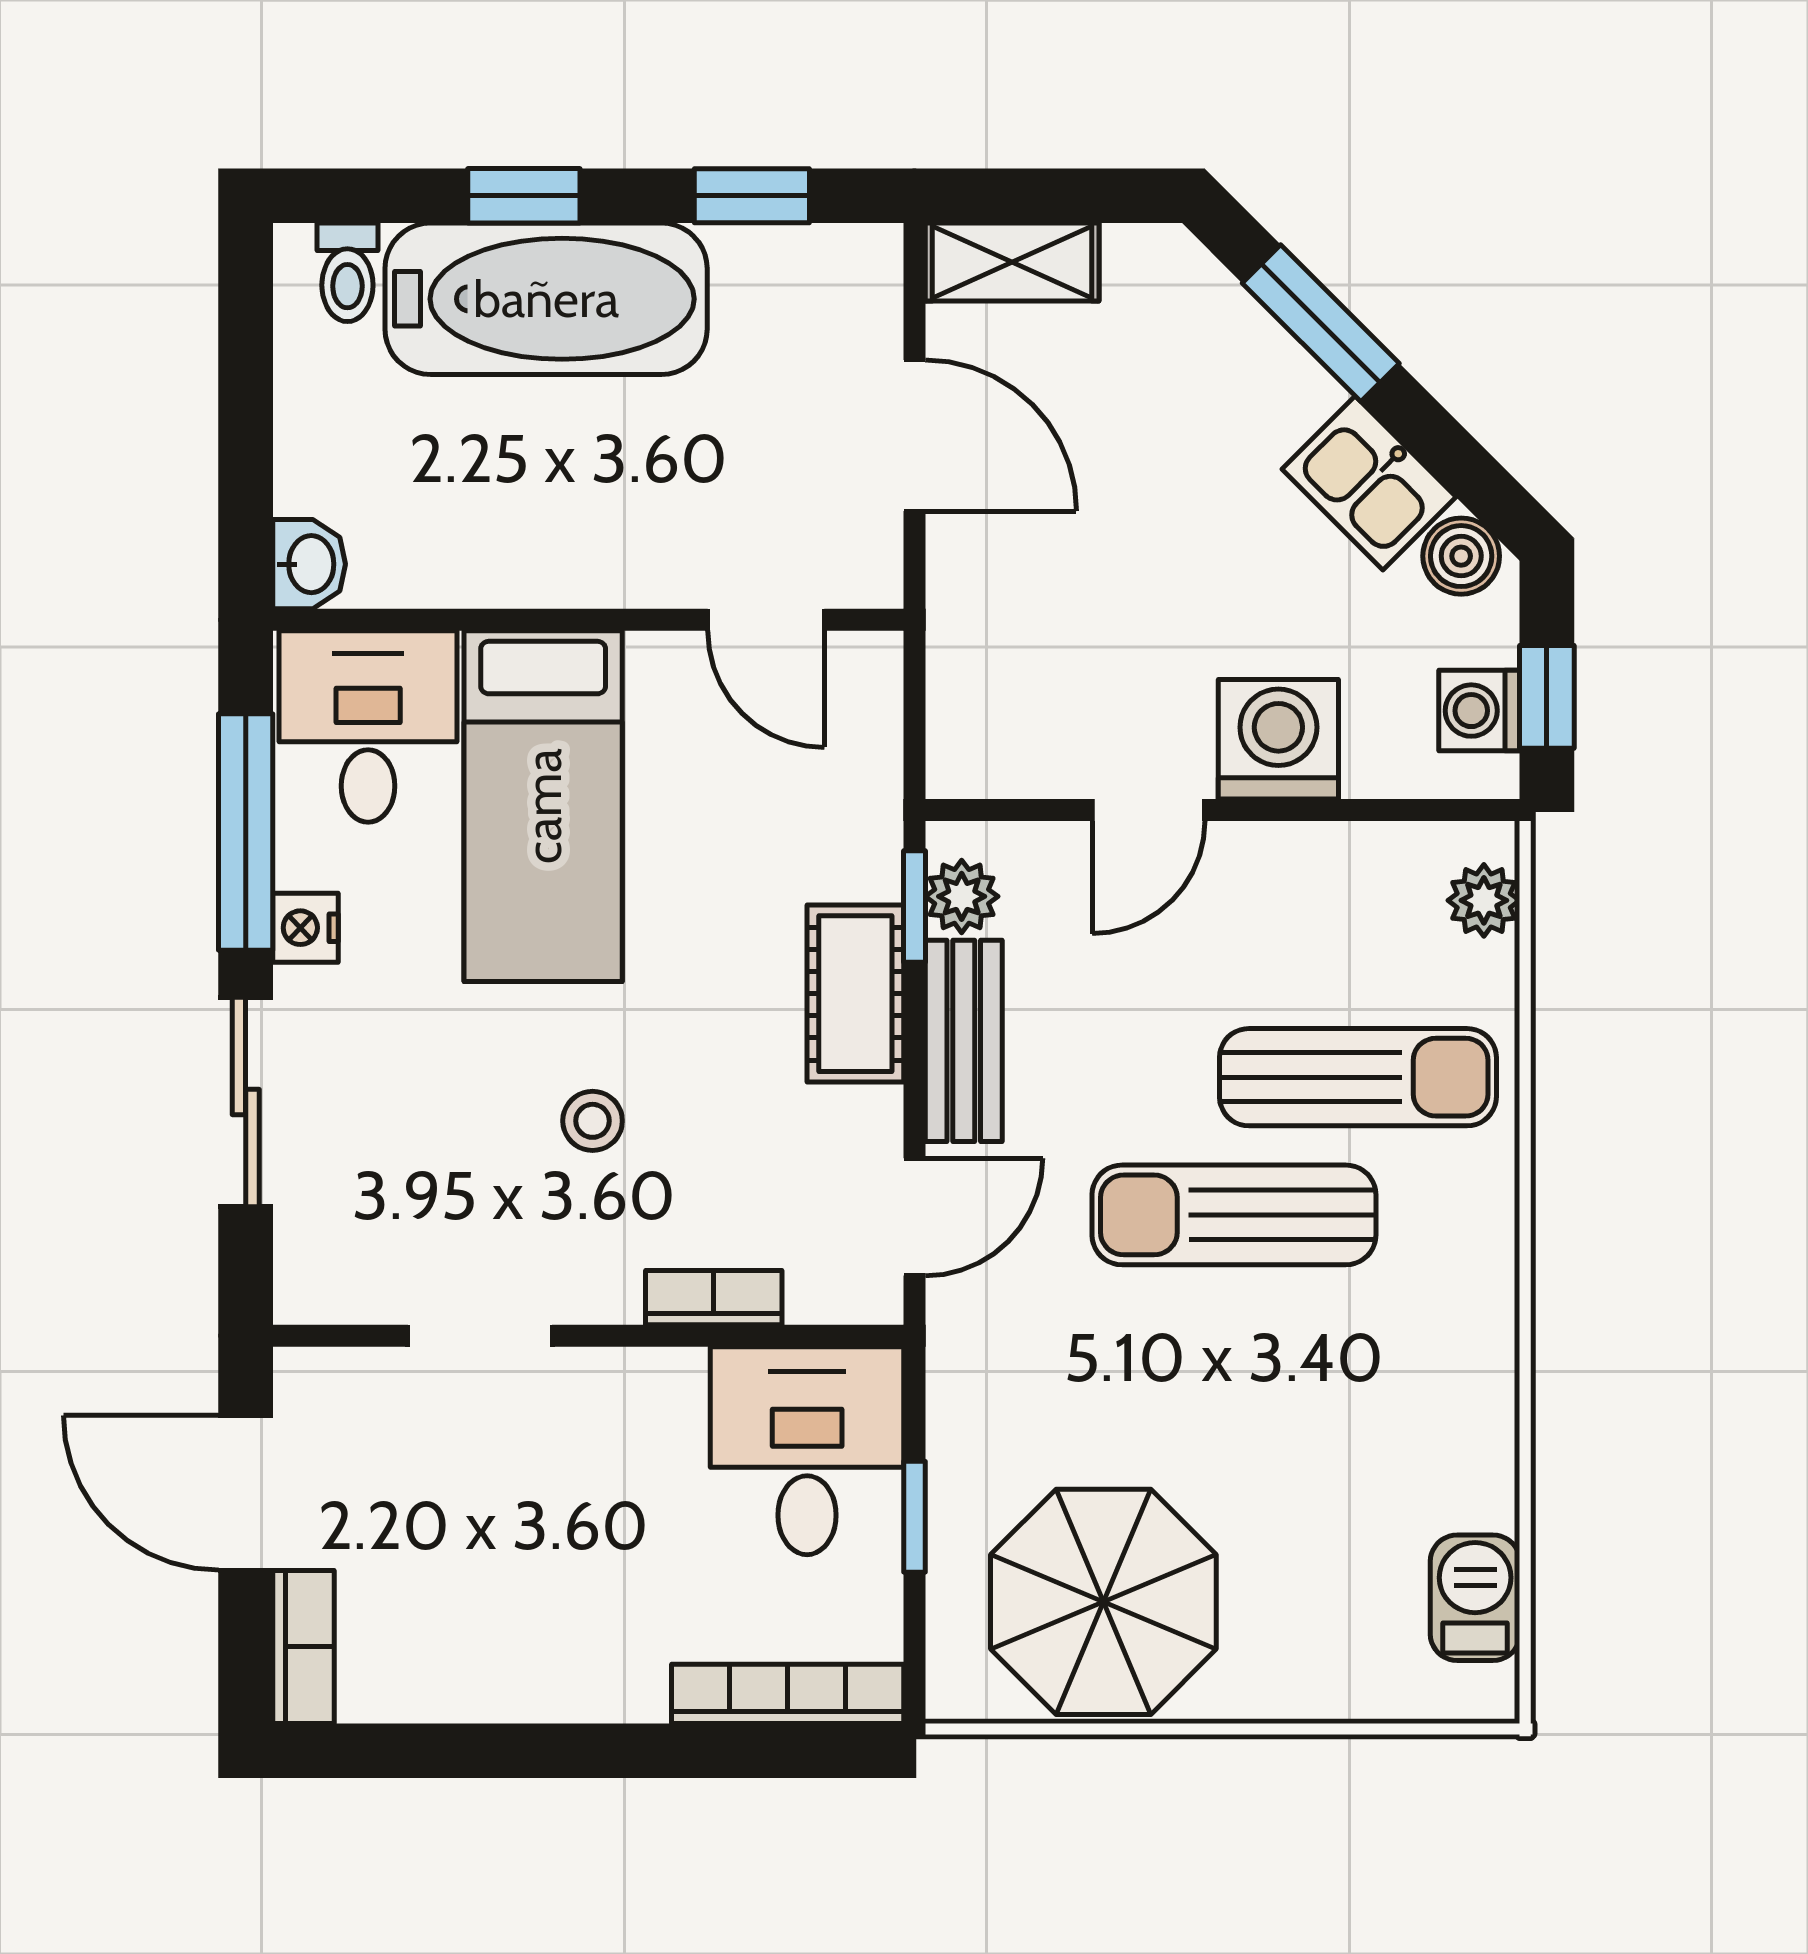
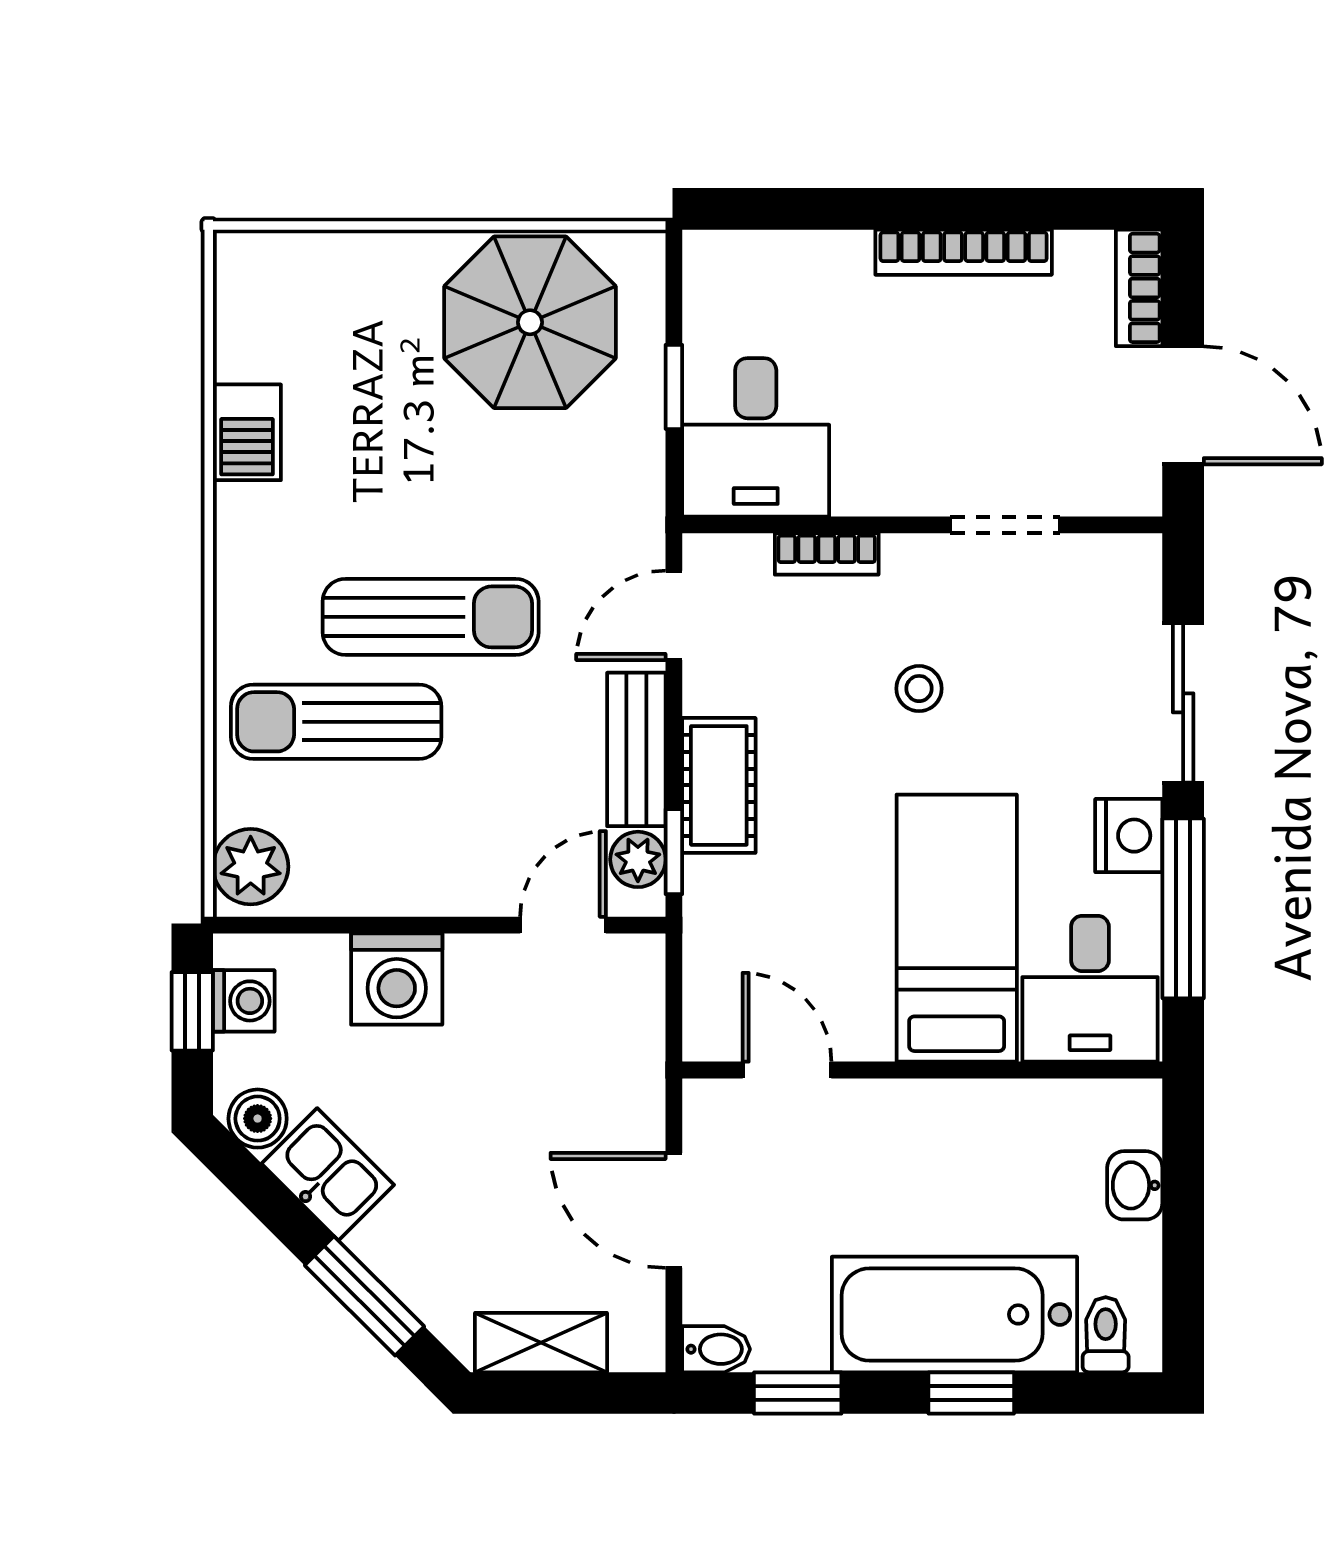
bidet: (859, 253) -> (716, 1349), added
shelving: (1012, 262) -> (541, 1343), moved
washbasin: (309, 564) -> (1135, 1185), moved
door: (1148, 810) -> (563, 925), moved
plant: (1484, 900) -> (251, 867), width x1.38, depth x1.38
nightstand: (306, 928) -> (1129, 836), width x1.39, depth x1.35
barbecue: (1475, 1598) -> (247, 432), moved
bookcase: (788, 1694) -> (964, 252), moved

